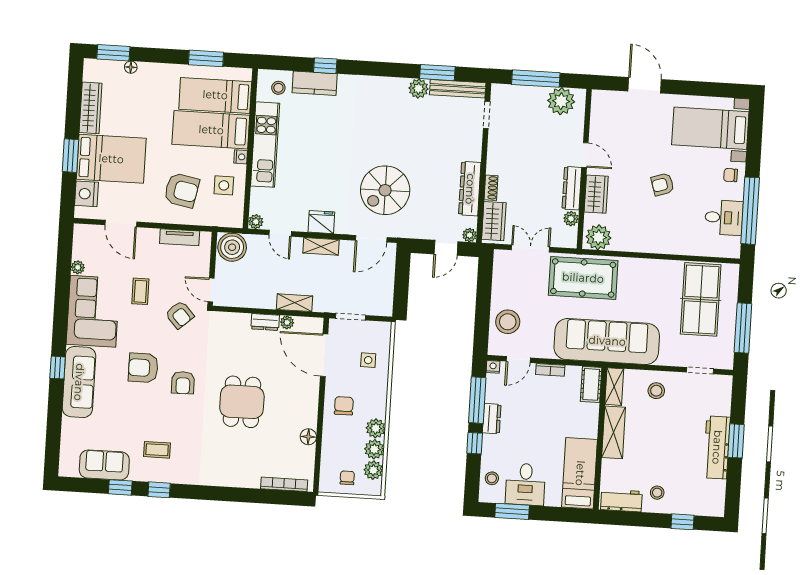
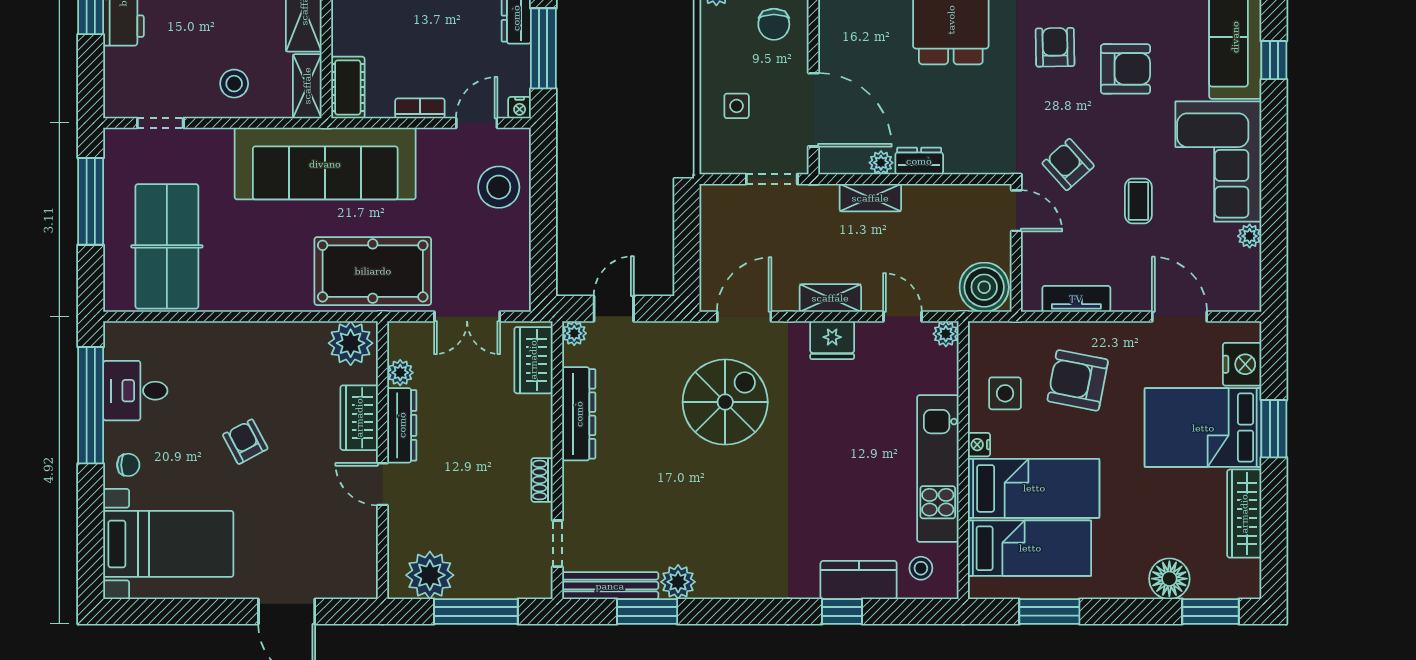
floor lamp: (131, 67) -> (1169, 579), width x1.89, depth x1.89
armchair: (662, 184) -> (245, 442), turned -100
shoe rack: (491, 188) -> (542, 480), moved

